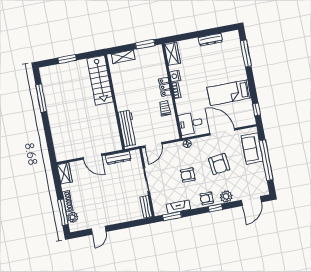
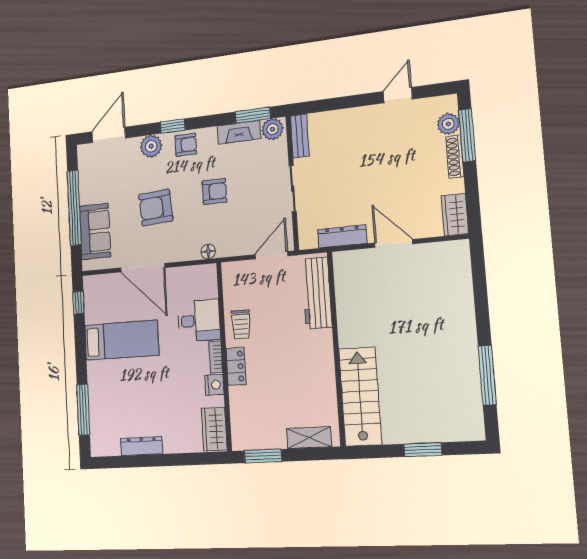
desk: (191, 123) -> (199, 320), moved
armchair: (219, 164) -> (156, 208), turned -87
plant: (161, 209) -> (272, 129), added

